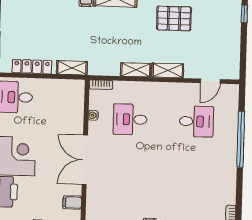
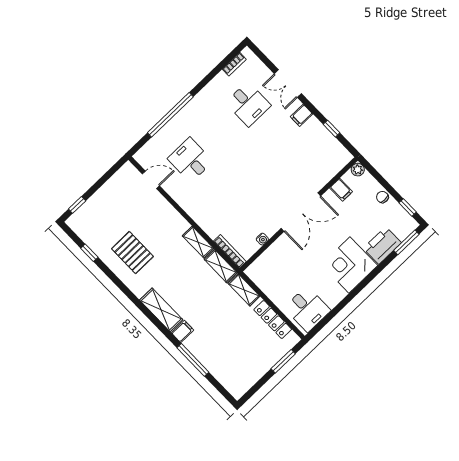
shelving: (168, 70) -> (221, 266), moved
bookcase: (101, 85) -> (230, 251), width x1.56
desk: (130, 119) -> (248, 104), moved

